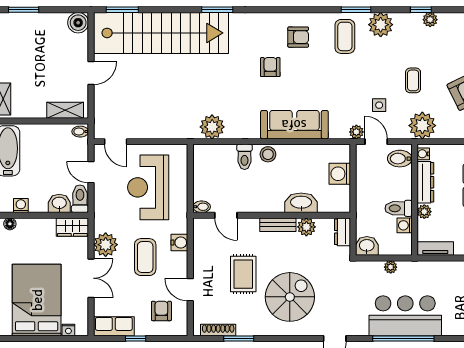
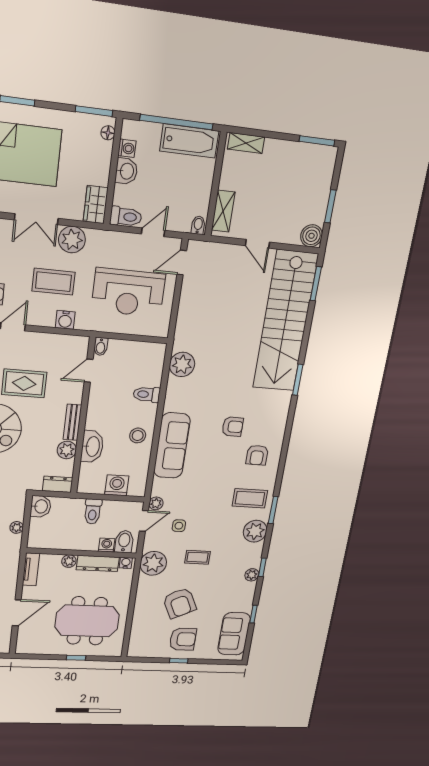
window: (24, 10) -> (330, 206), moved
stool: (268, 154) -> (138, 435), moved
reception desk: (148, 187) -> (128, 292), turned 180
washbasin: (59, 203) -> (126, 171), moved
toilet: (399, 208) -> (93, 511), moved, turned 180
washing machine: (405, 225) -> (107, 545), moved

